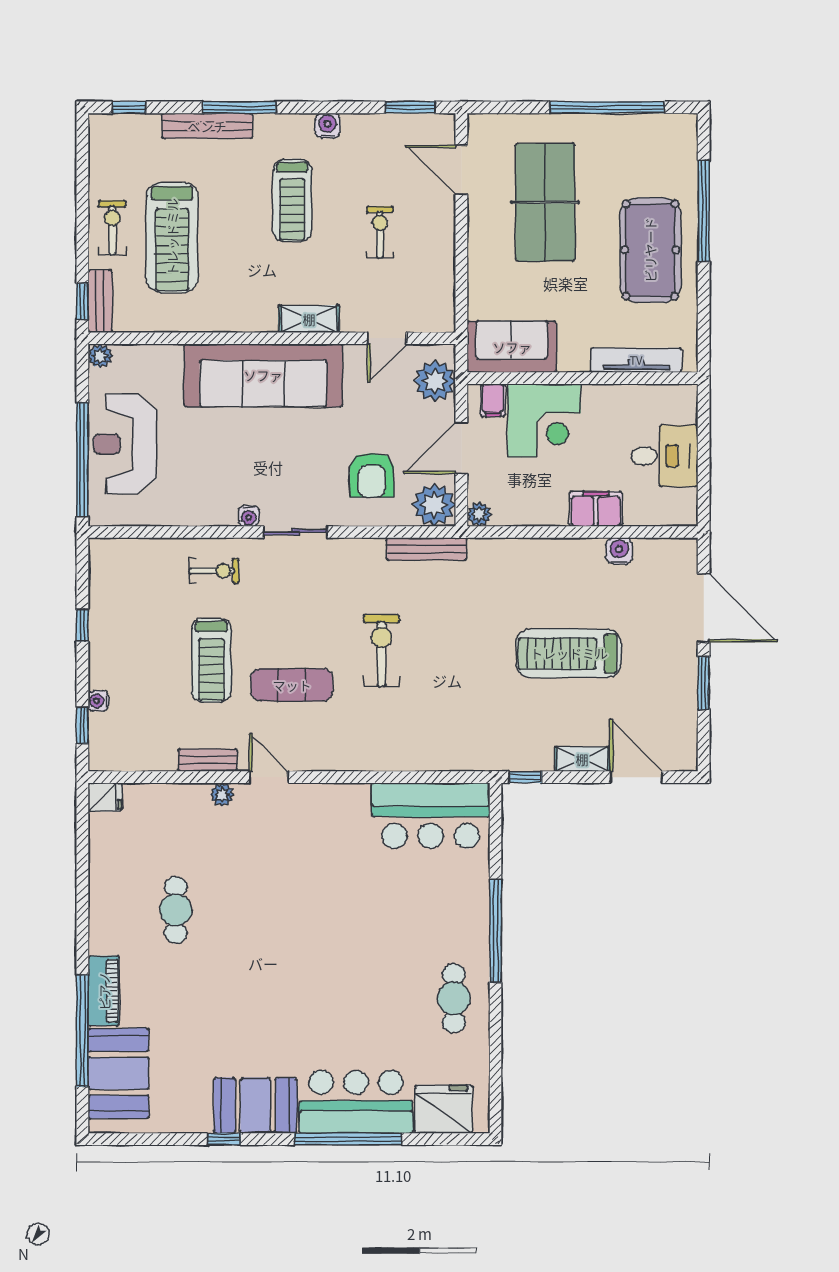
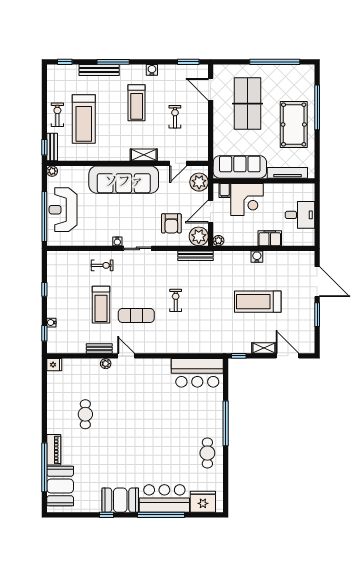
sofa: (512, 347) -> (240, 167), width x1.36
water cooler: (619, 551) -> (257, 257), moved
exercise bike: (381, 650) -> (176, 300), width x0.73, depth x0.72

